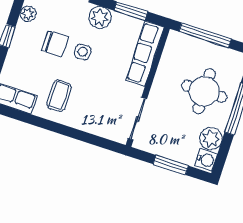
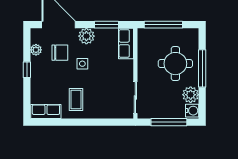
chair: (55, 44) -> (60, 53), moved
row of seats: (145, 54) -> (126, 43), width x0.68
window: (171, 165) -> (169, 122), width x1.44

